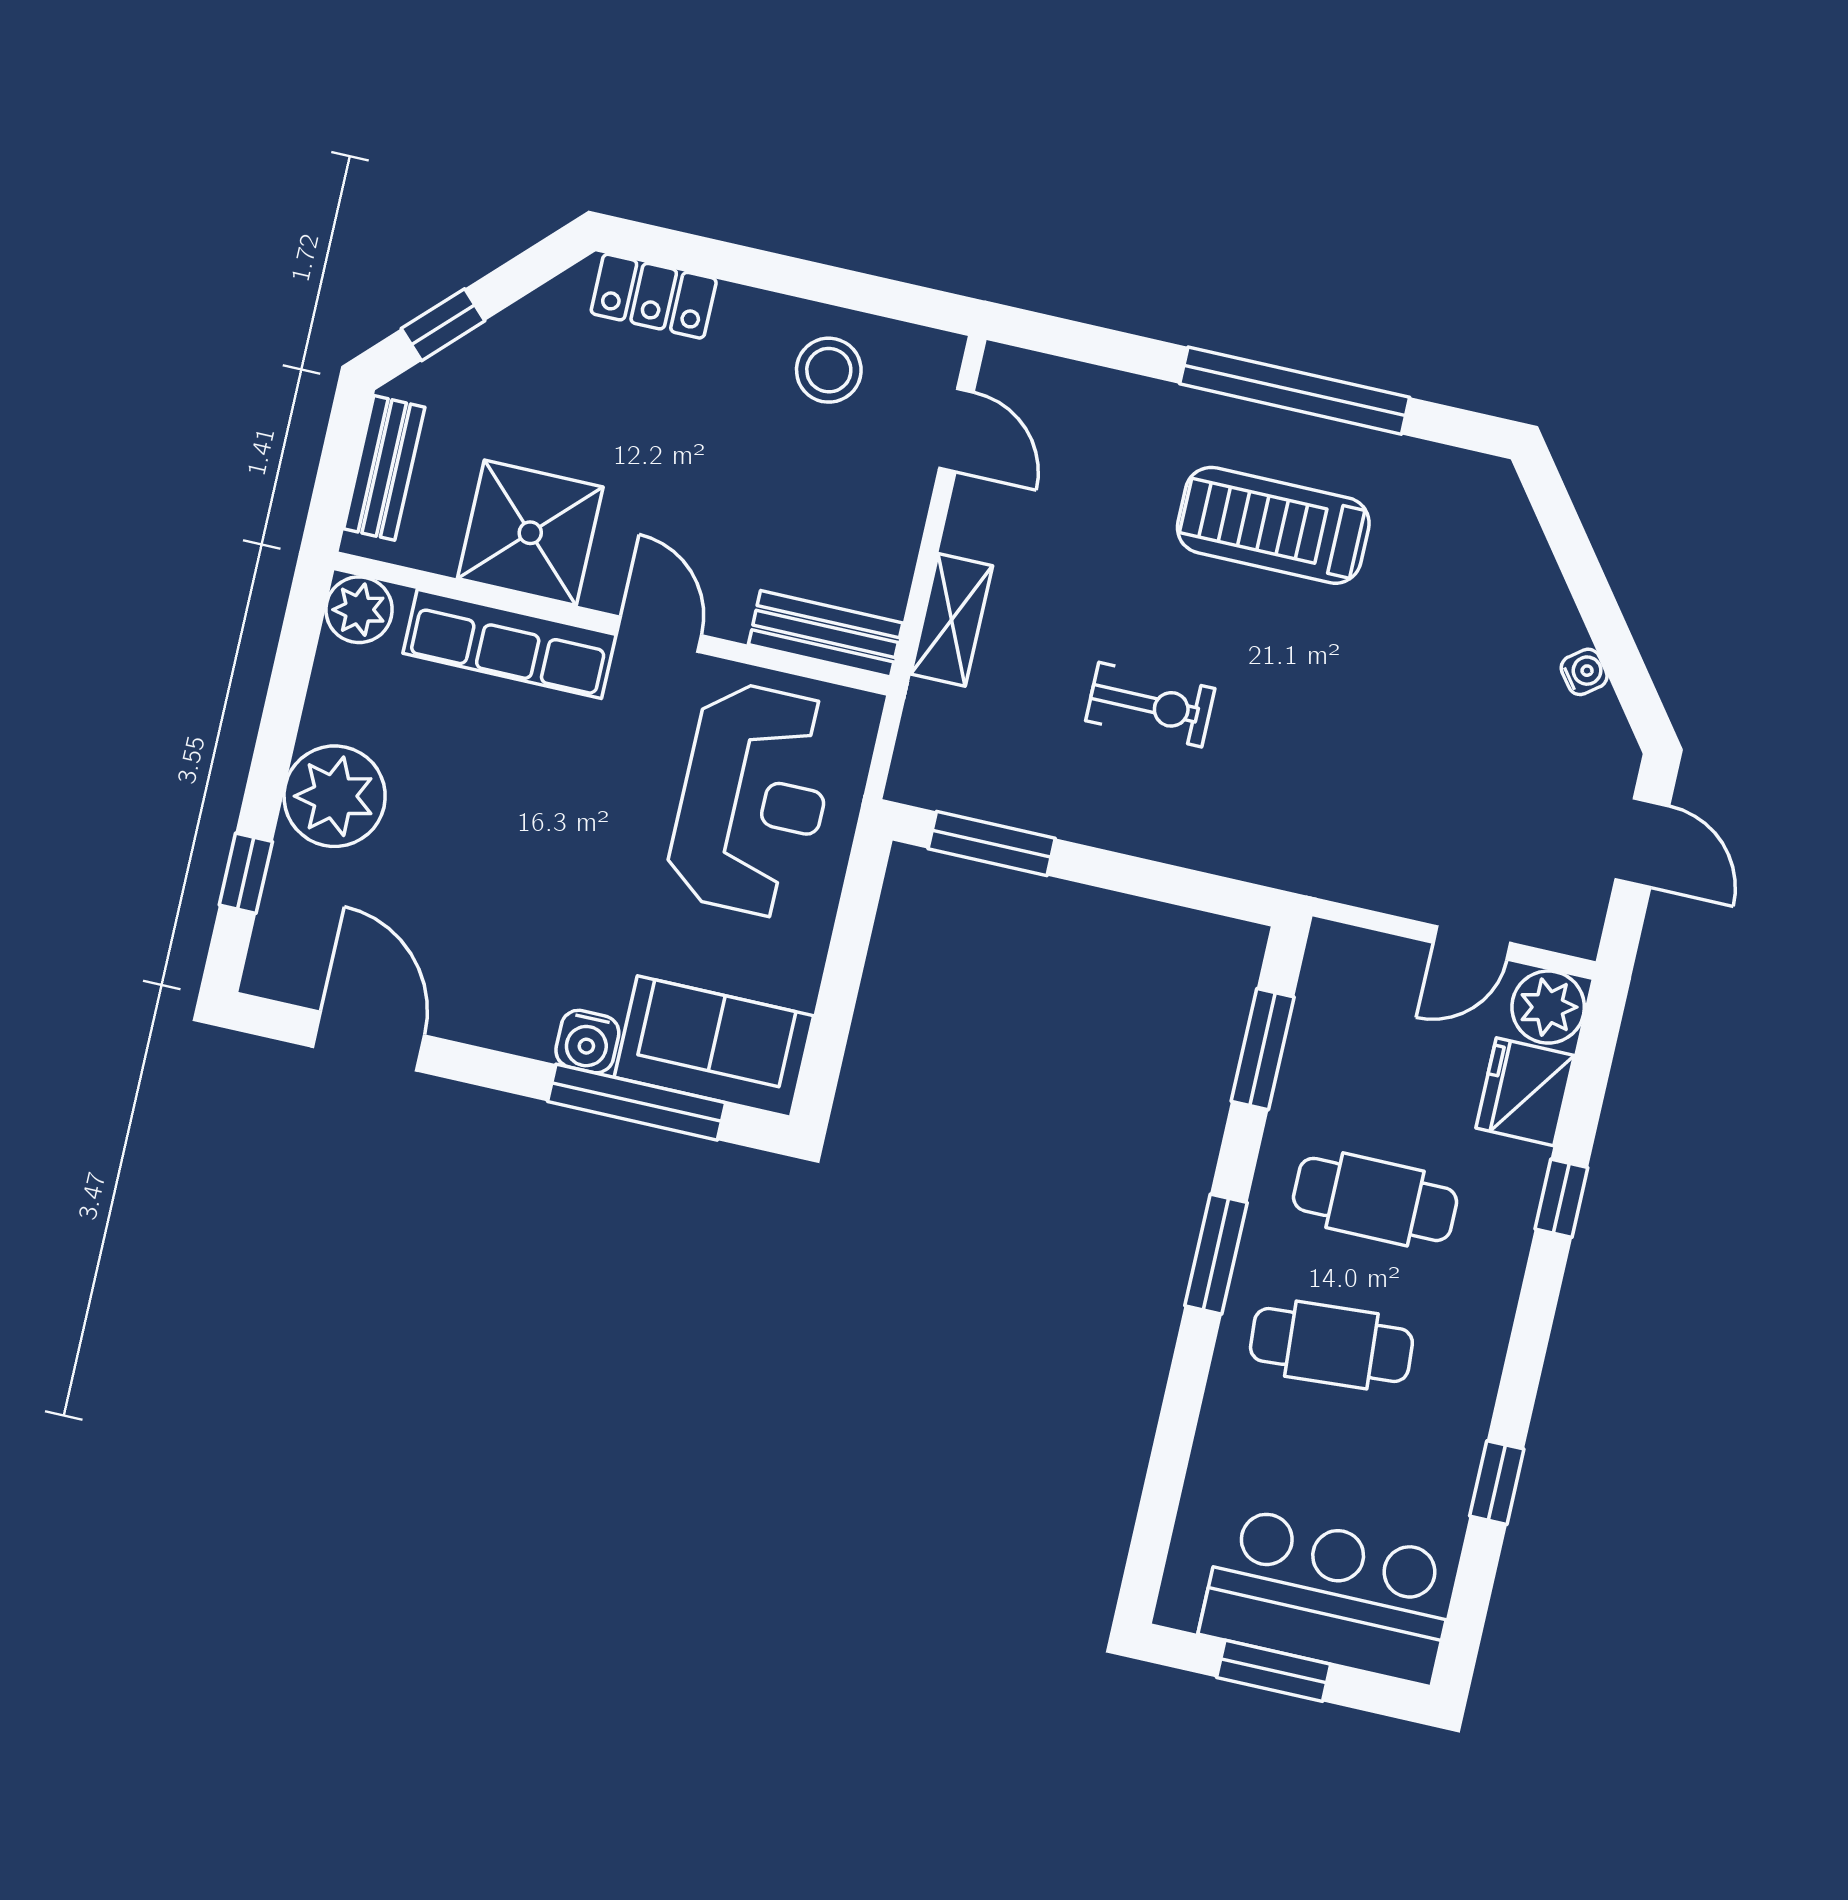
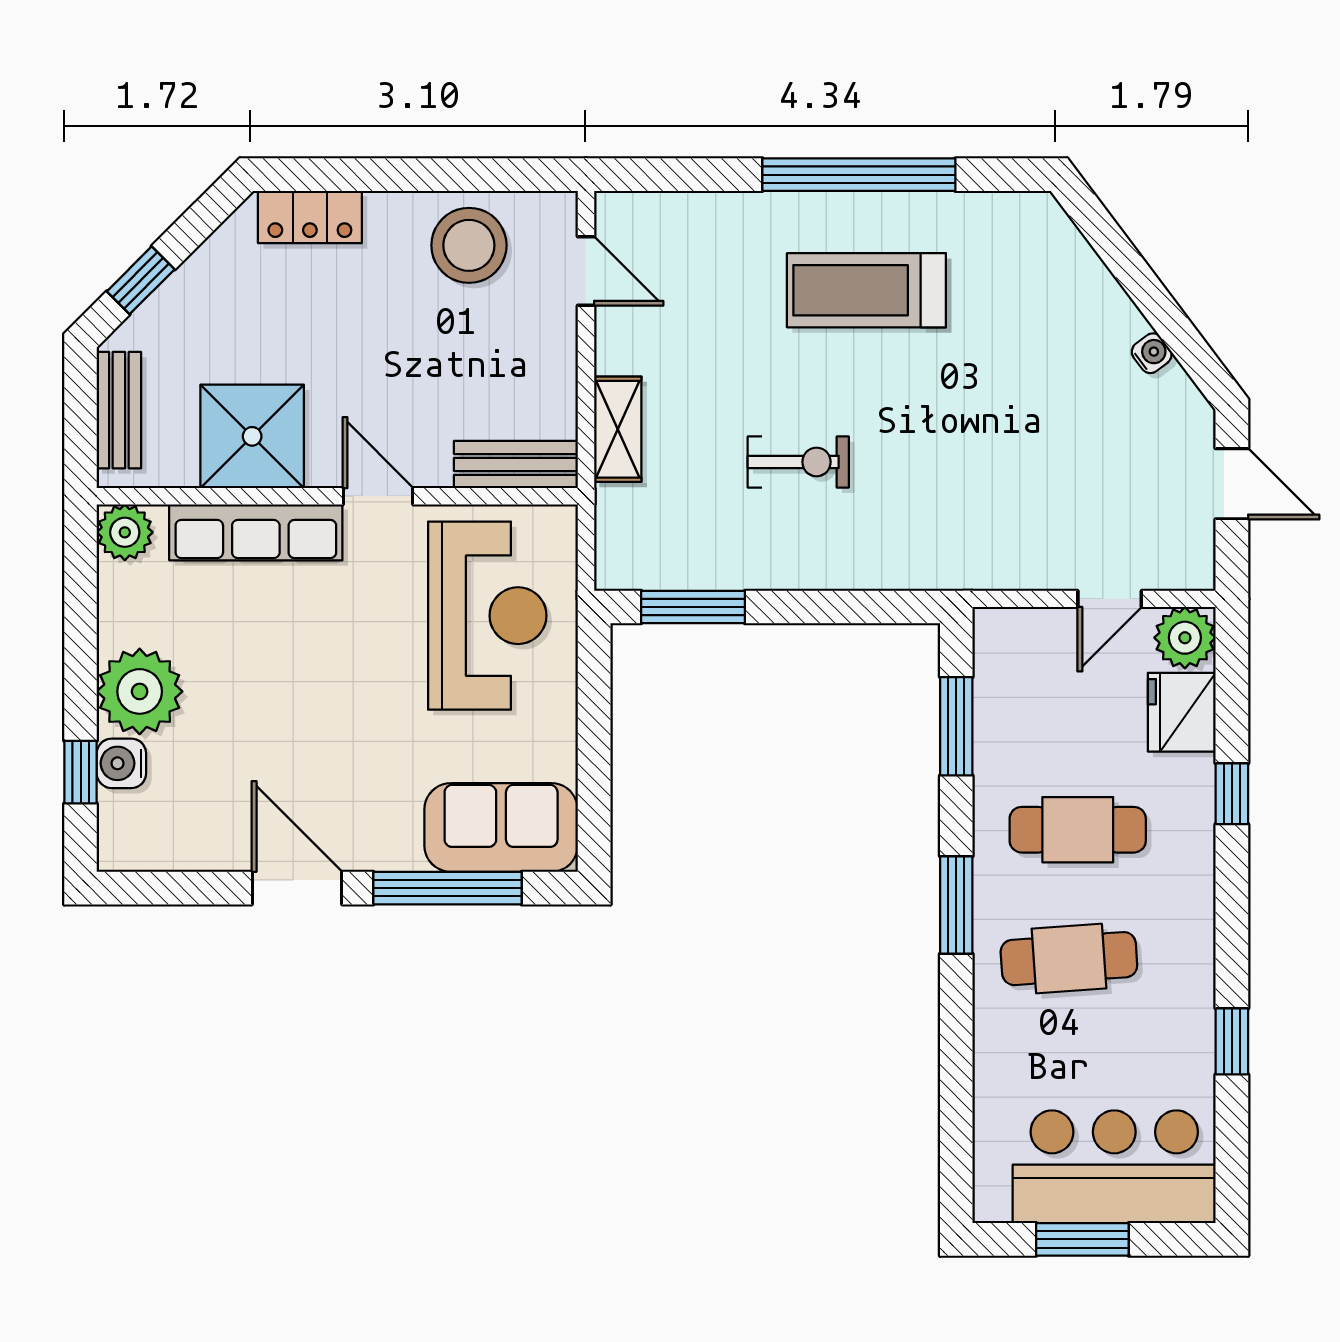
stool: (829, 370) -> (469, 245), width x1.38, depth x1.38
door: (369, 1041) -> (297, 888), moved
water cooler: (587, 1042) -> (121, 763), moved, turned 90

